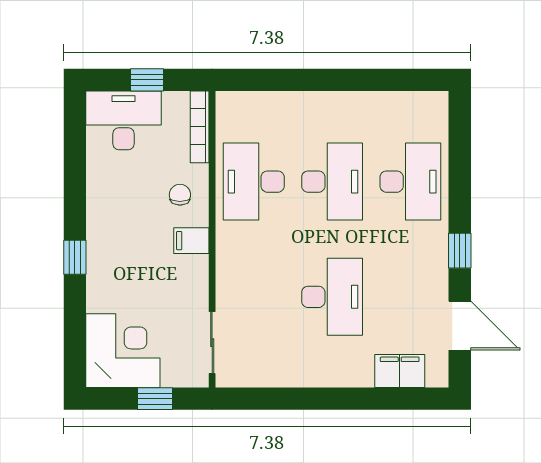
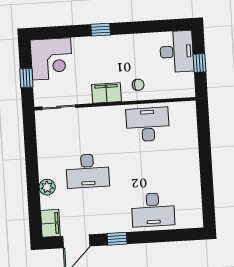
bookcase: (200, 127) -> (176, 93), removed
desk: (332, 182) -> (150, 167), removed
filing cabinet: (191, 241) -> (106, 93), width x2.00
filing cabinet: (400, 371) -> (50, 223), moved
plant: (357, 373) -> (47, 187), added

